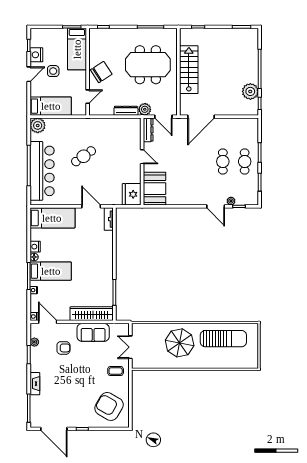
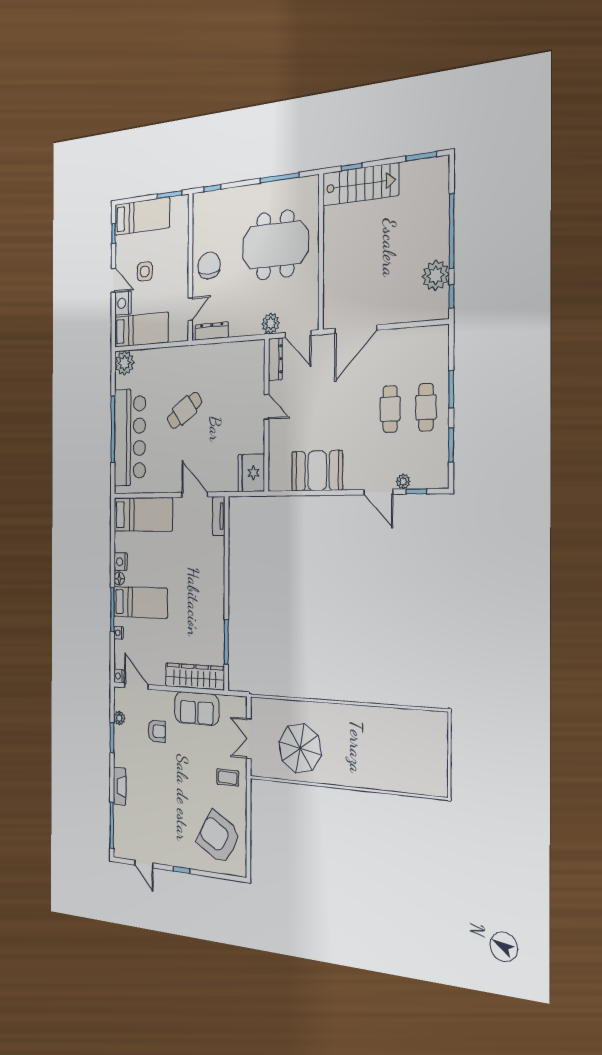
bed: (77, 49) -> (142, 216), moved, turned -90
nightstand: (36, 55) -> (123, 303), moved
stairs: (189, 70) -> (360, 184), moved, turned 90
chair: (101, 72) -> (209, 266), turned -57
door: (29, 74) -> (113, 280), hinge flipped
dresser: (126, 111) -> (212, 331), moved
booth: (154, 189) -> (317, 471), moved, turned 90
sun lounger: (223, 339) -> (390, 736), removed
parasol: (180, 343) -> (300, 748), moved
door: (54, 429) -> (144, 864), width x0.53

